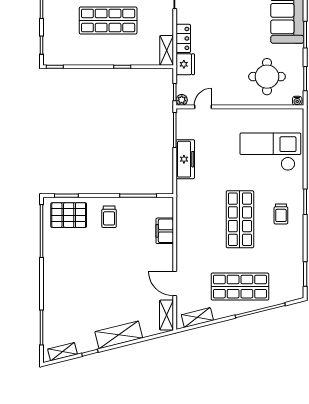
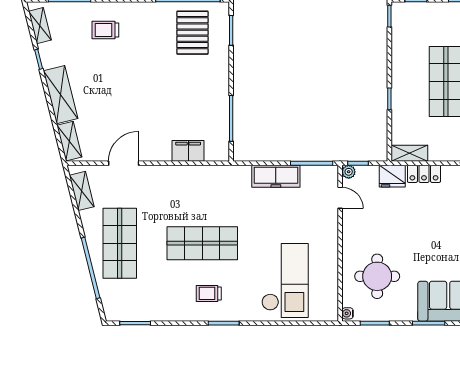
pallet: (69, 215) -> (192, 33), moved
trolley: (109, 217) -> (105, 30), moved
shelving: (167, 315) -> (69, 141), moved, turned 76

